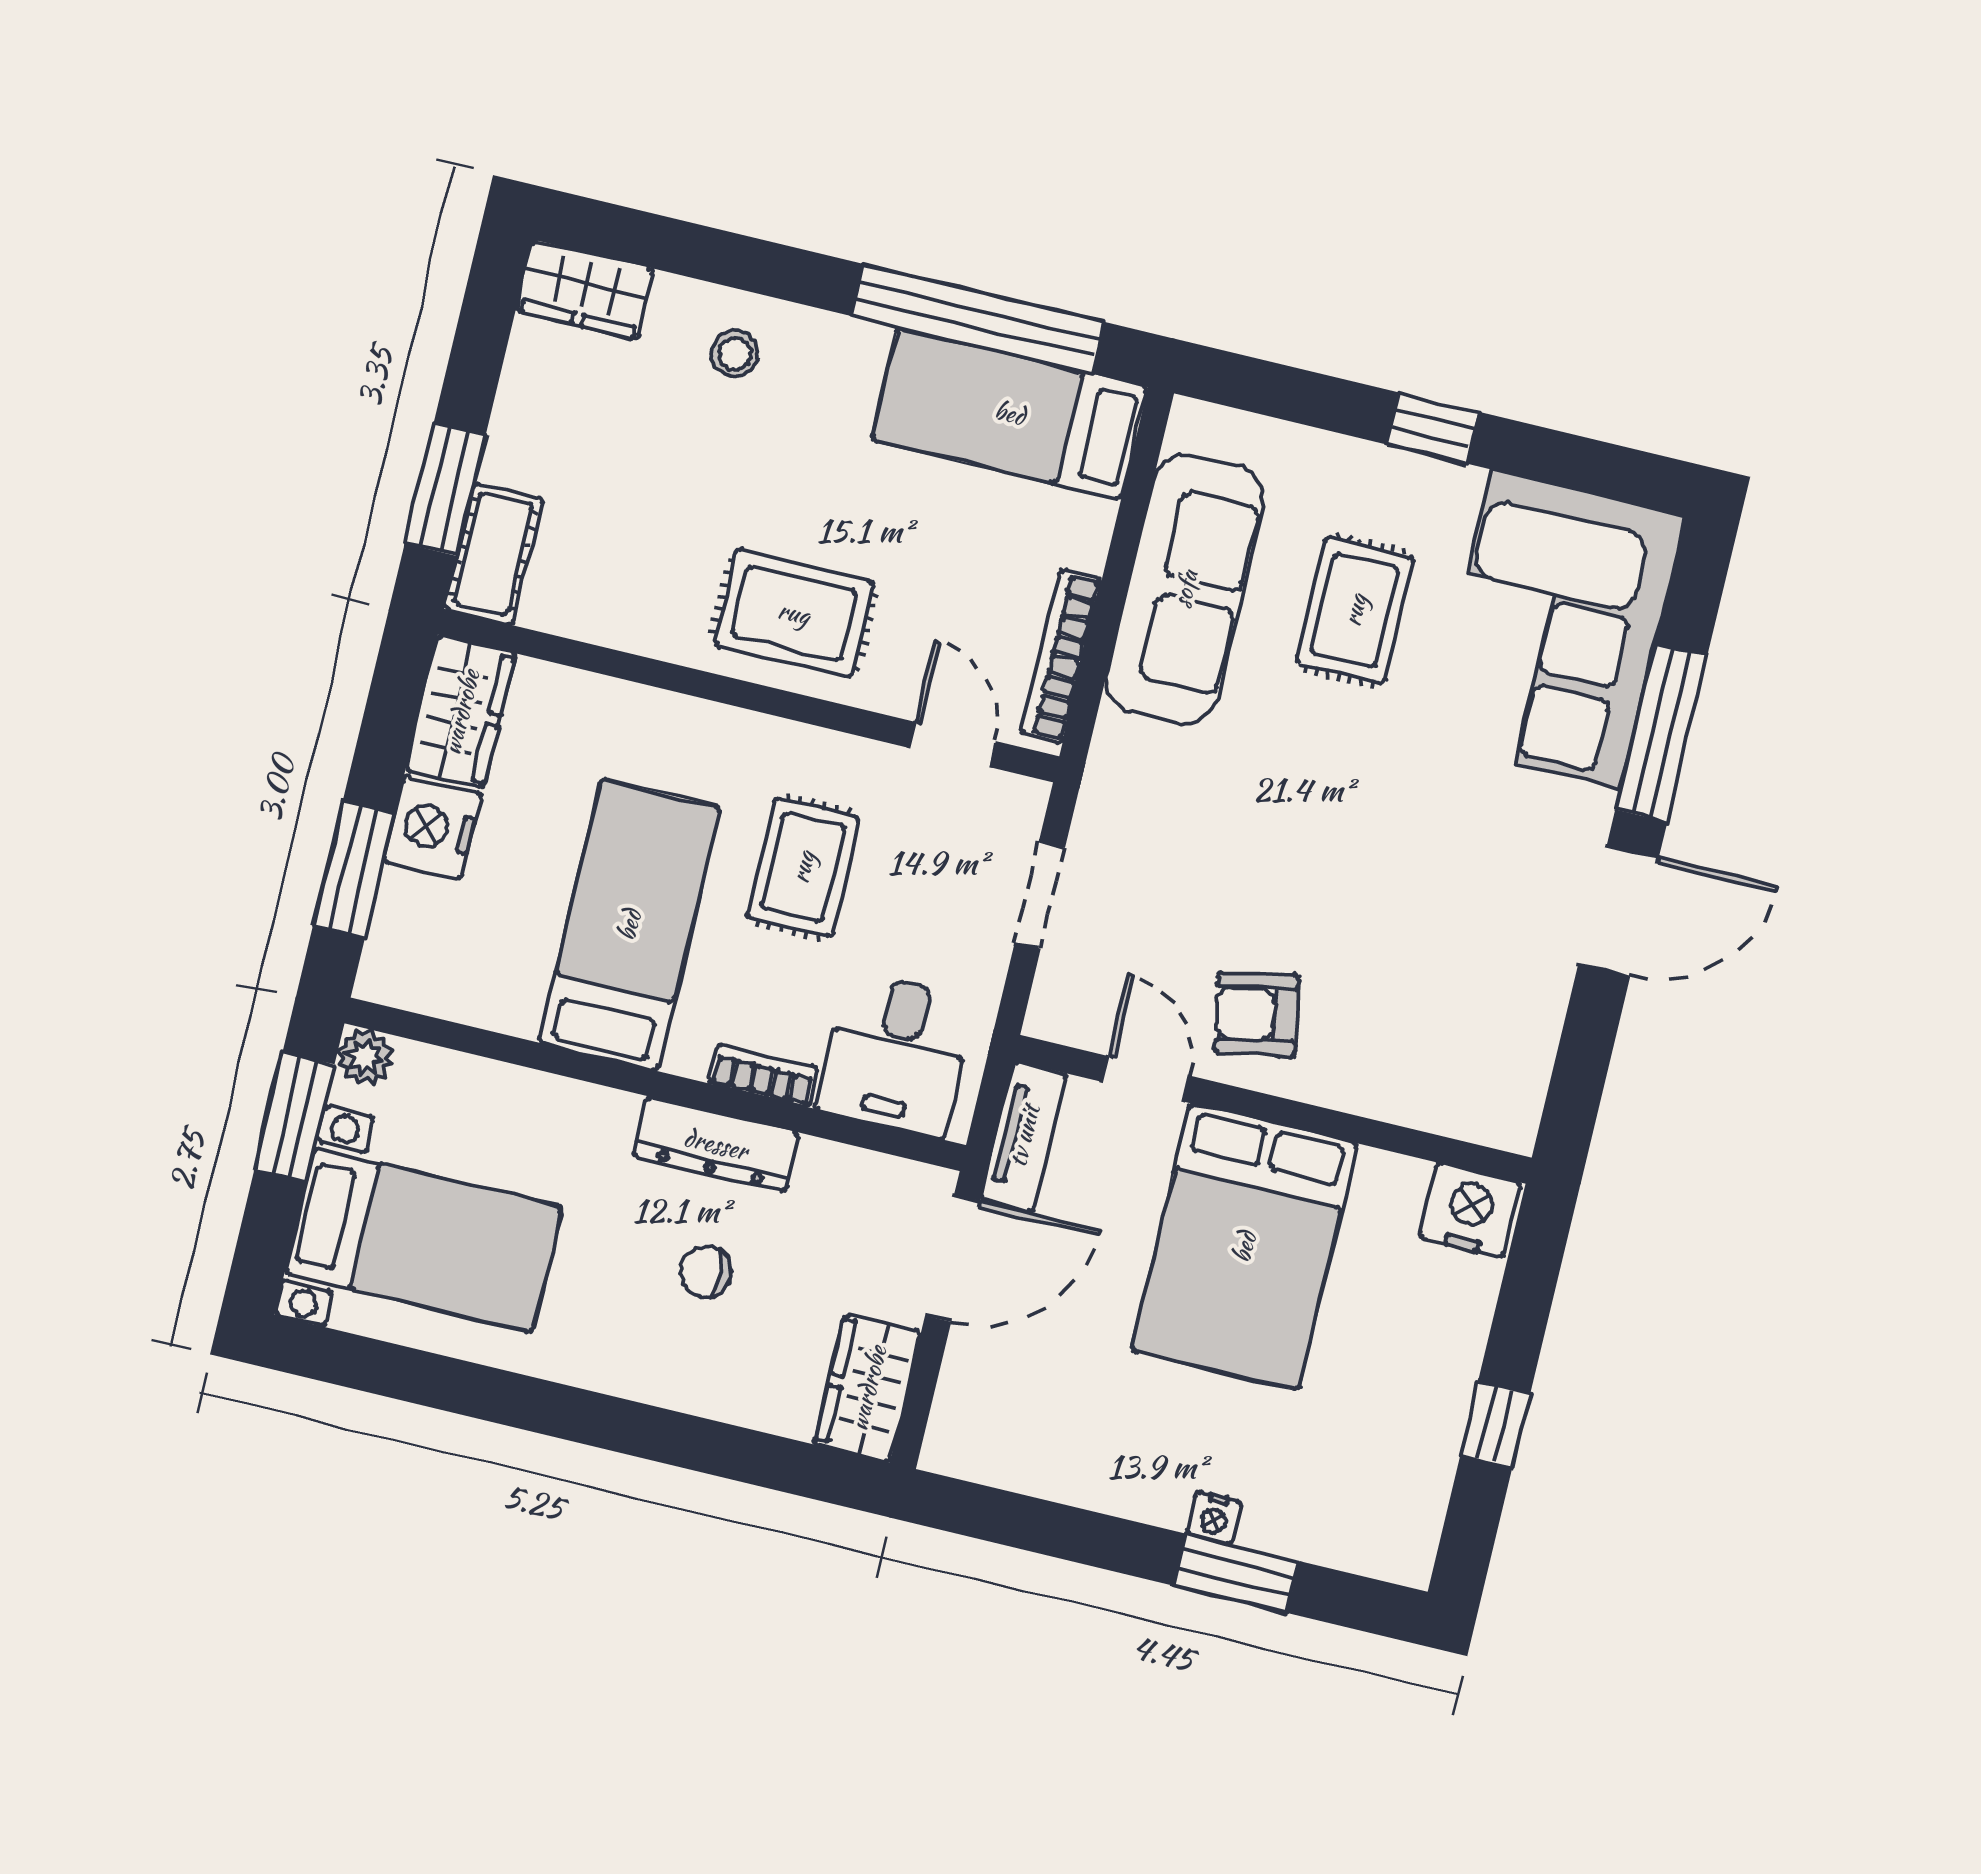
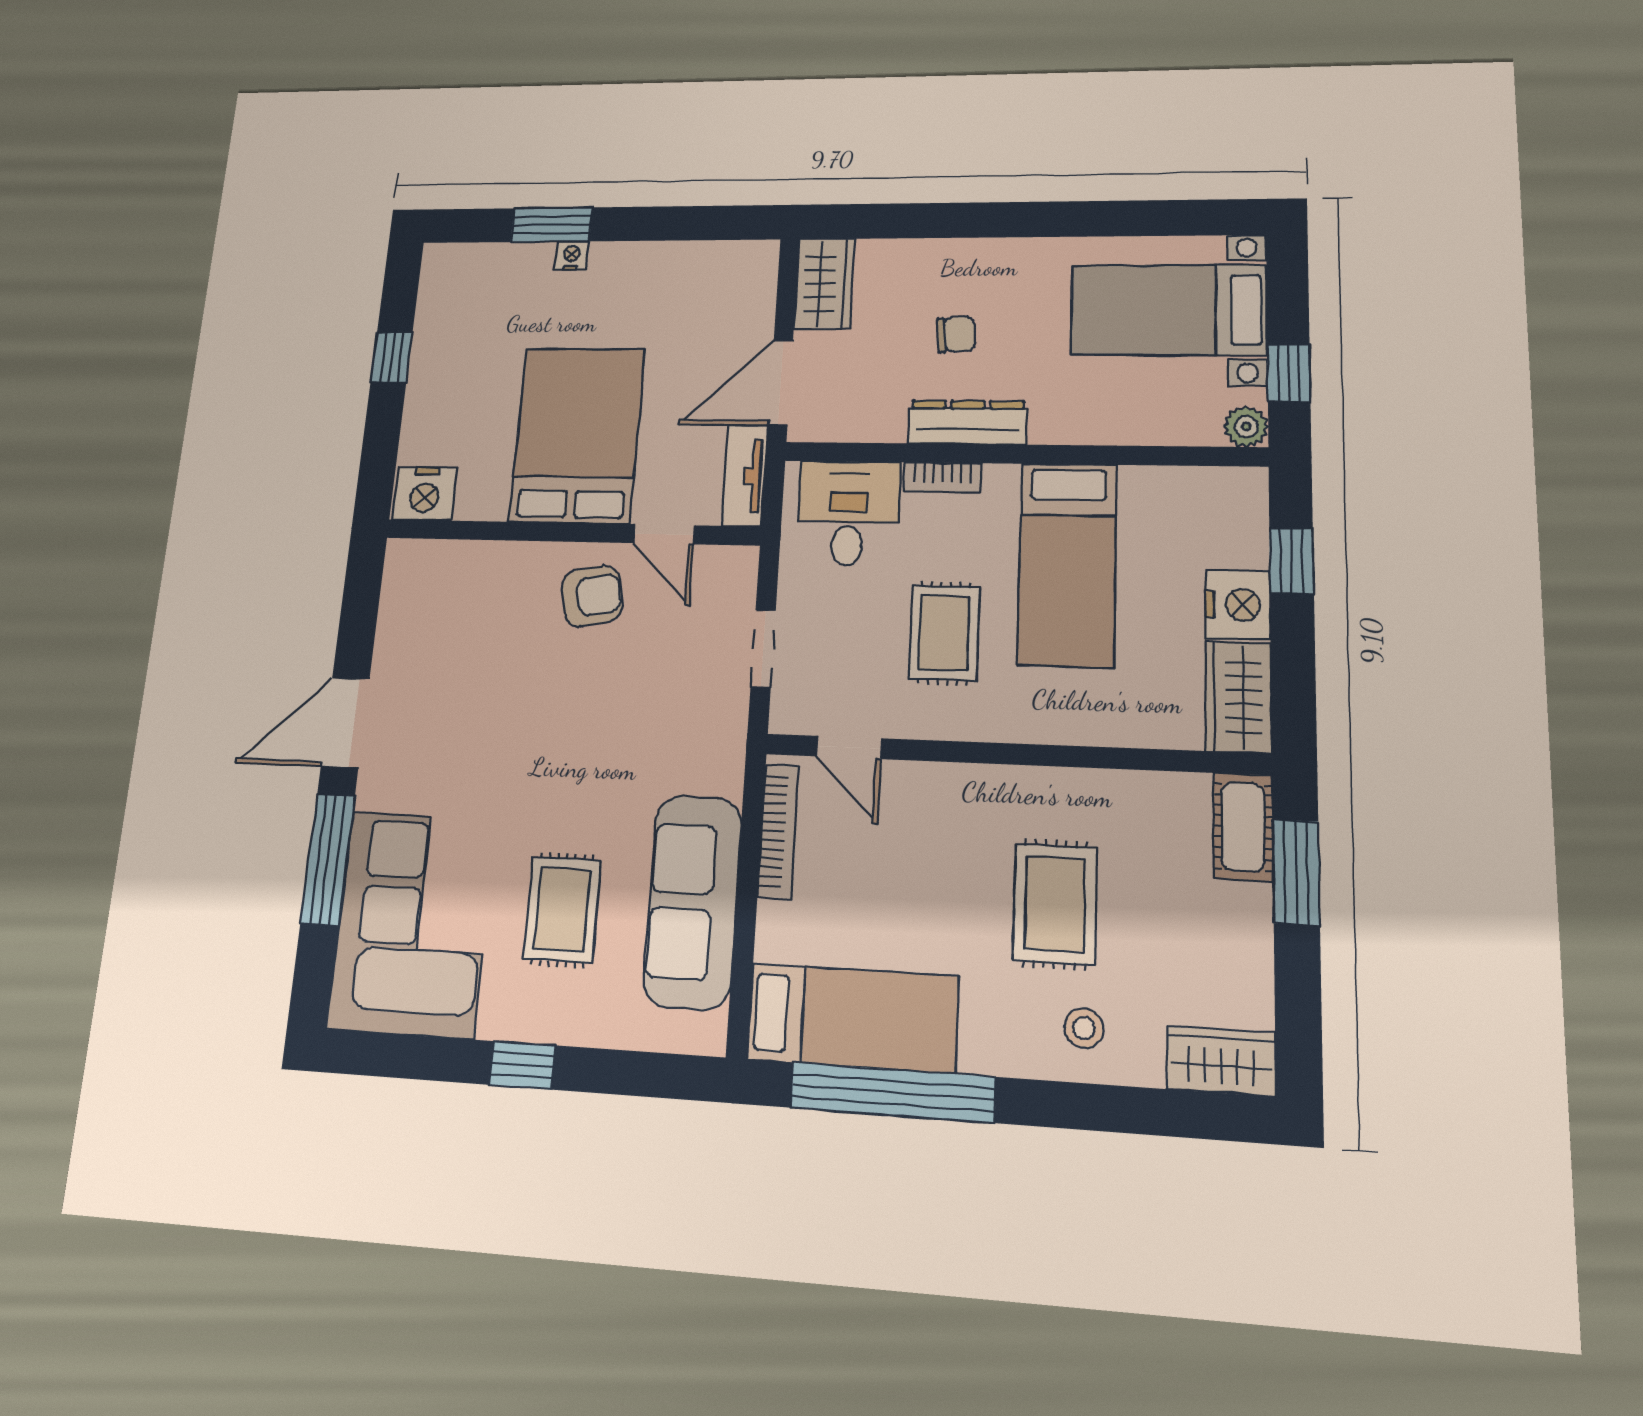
rug: (794, 613) -> (1055, 904), moved, turned 90
window: (354, 869) -> (1292, 561), width x0.67
window: (294, 1117) -> (1289, 373), width x0.67

